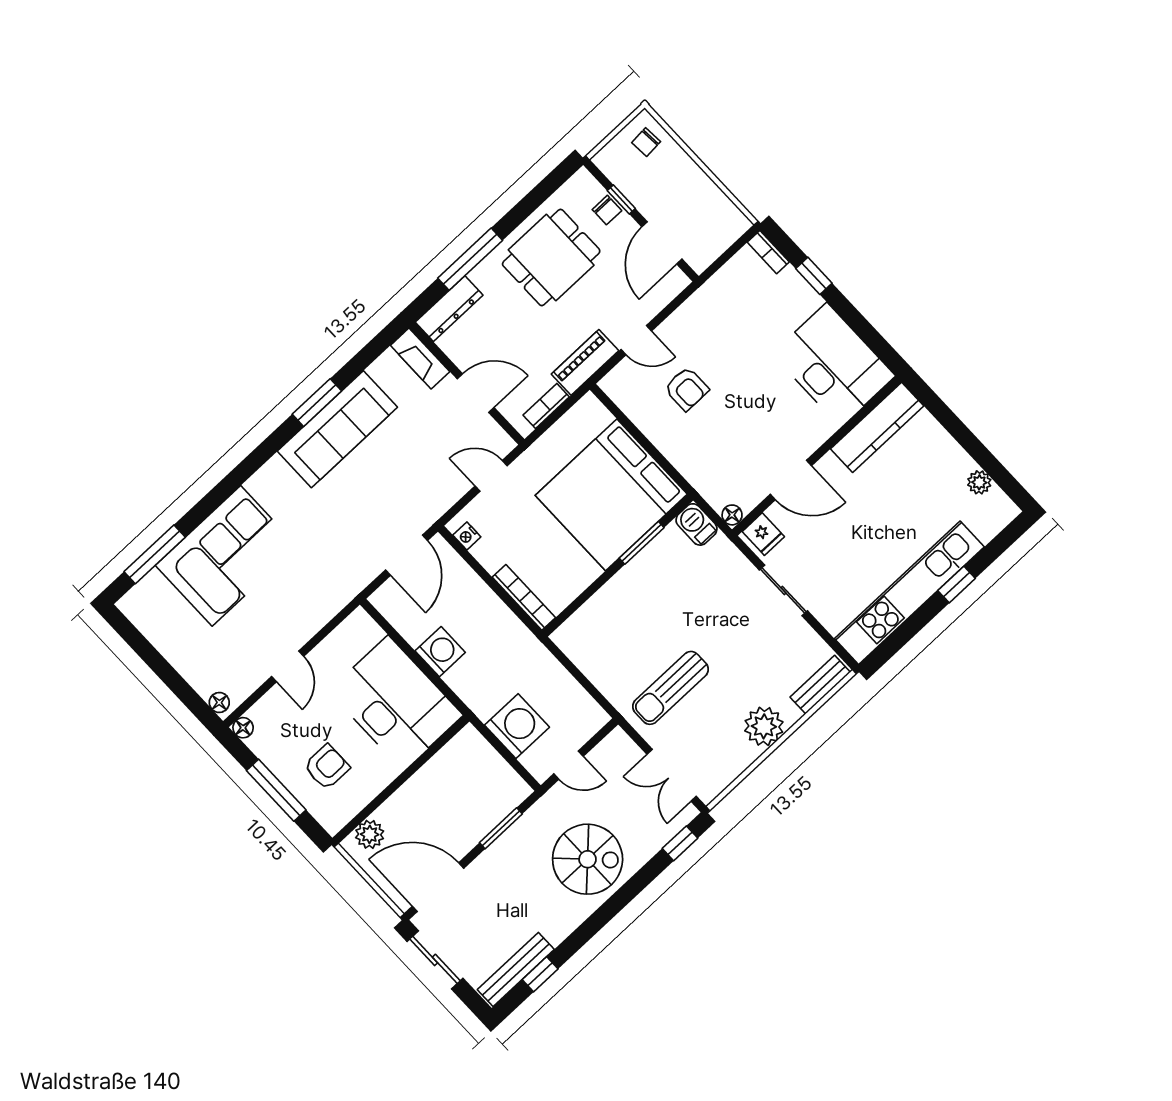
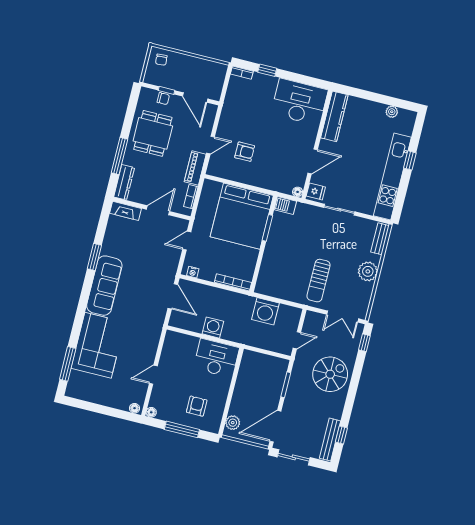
sofa: (337, 429) -> (104, 286), moved
door: (288, 666) -> (153, 375), swing flipped
desk: (396, 703) -> (216, 358), width x0.73, depth x0.77
washing machine: (517, 726) -> (265, 311), moved, turned 180

